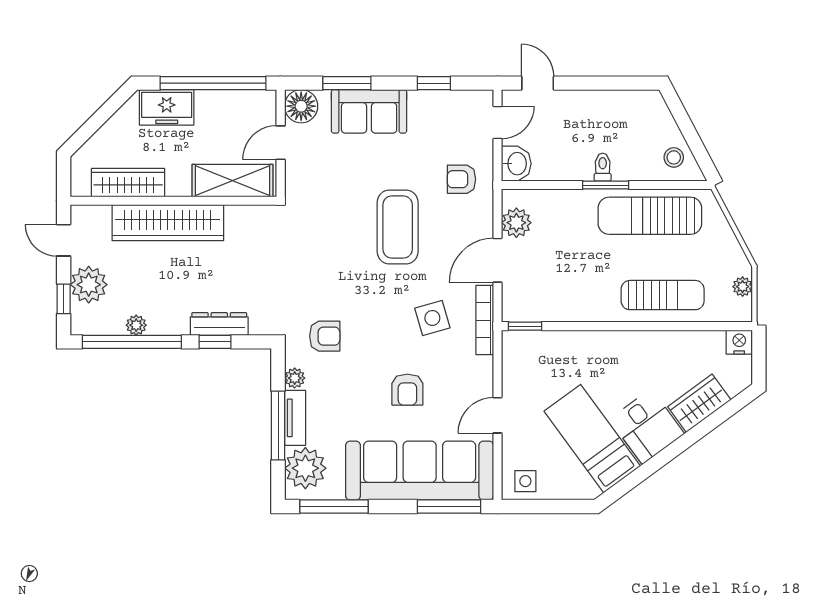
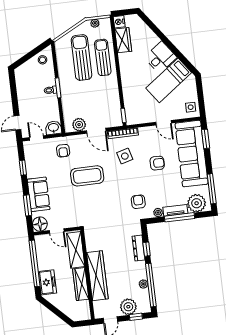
wardrobe: (128, 183) -> (81, 284), moved
sun lounger: (650, 216) -> (81, 58), moved, turned 180
wardrobe: (699, 403) -> (123, 40), moved, turned -144
window: (449, 506) -> (206, 139), width x0.69

